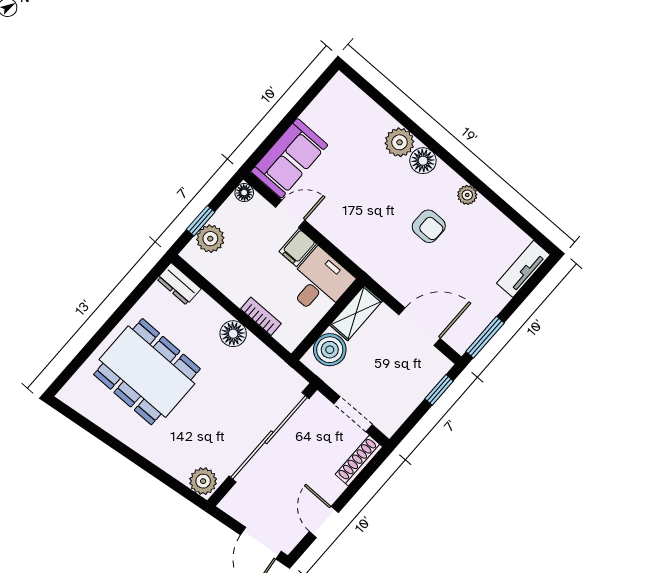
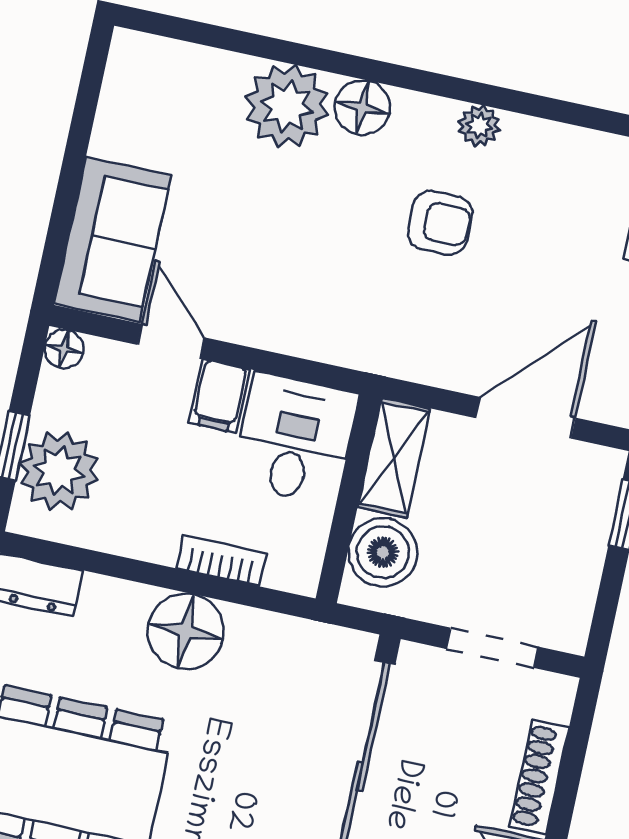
plant: (400, 142) -> (287, 106), width x1.36, depth x1.36
door: (290, 214) -> (171, 341), hinge flipped
plant: (210, 239) -> (59, 471), width x1.36, depth x1.36
floor lamp: (233, 334) -> (186, 631), width x1.38, depth x1.38
shoe rack: (359, 461) -> (539, 777), moved

